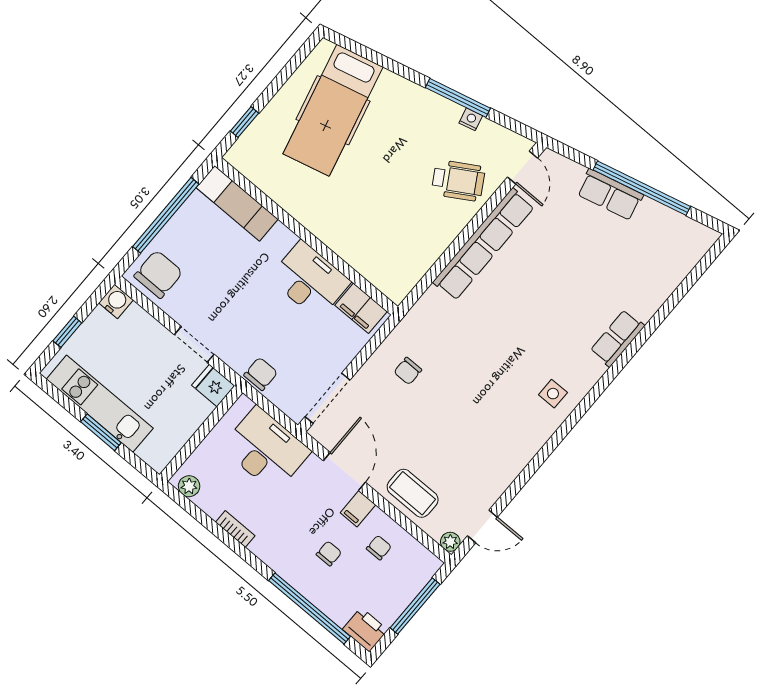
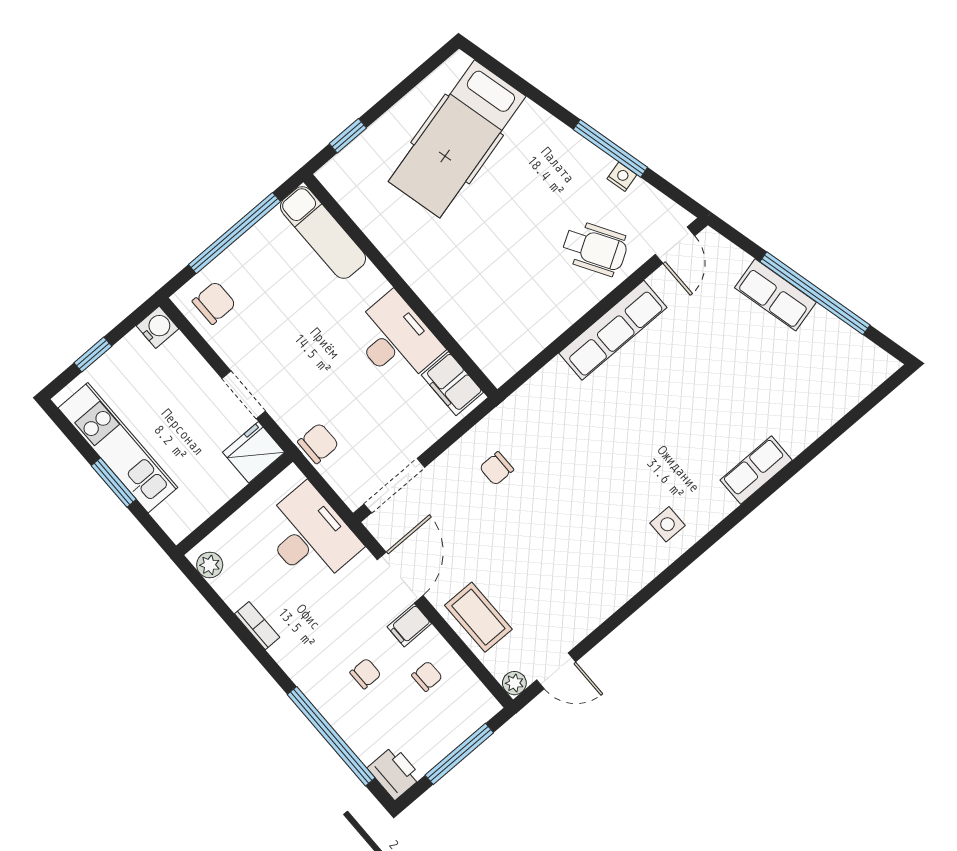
row of seats: (484, 244) -> (613, 330), width x0.73
chair: (158, 274) -> (214, 303), width x0.73, depth x0.73
fridge: (213, 386) -> (254, 452), width x1.38

